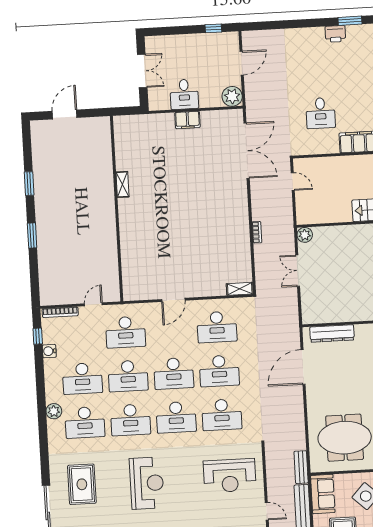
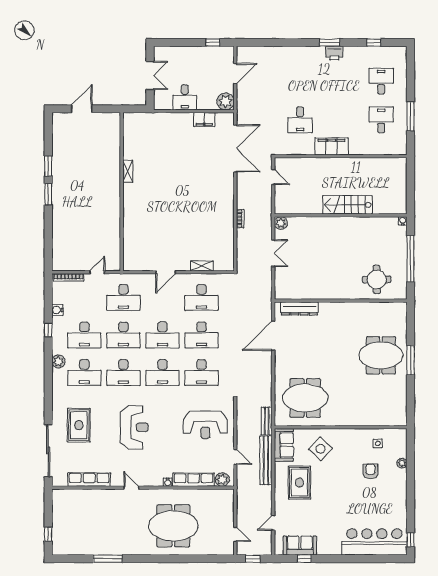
printer: (335, 34) -> (334, 53), moved
filing cabinet: (187, 120) -> (204, 119), moved
window: (32, 236) -> (48, 194), moved
double door: (298, 271) -> (273, 253), swing flipped
shelving: (240, 289) -> (202, 266), moved
window: (38, 336) -> (48, 330), moved

